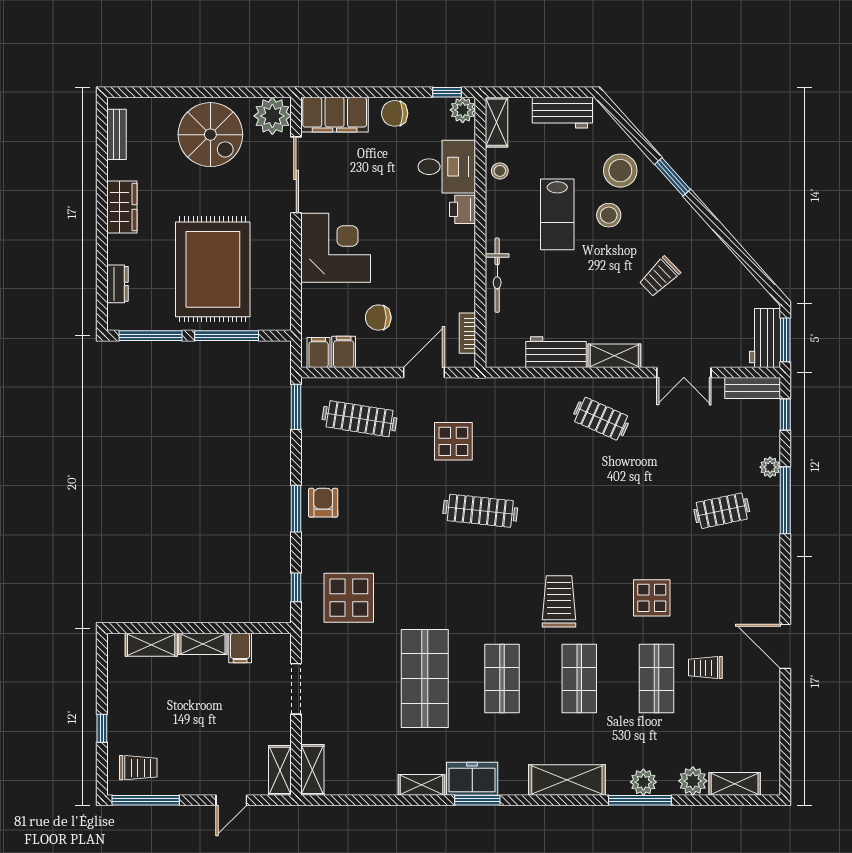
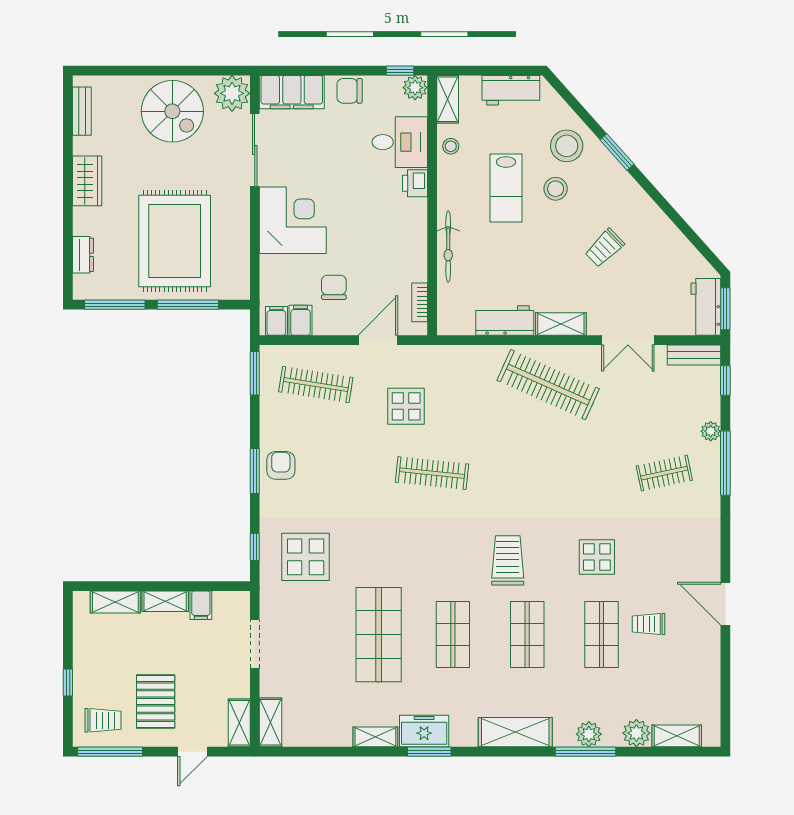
chair: (378, 318) -> (334, 287), turned 90
clothes rail: (601, 419) -> (548, 385), width x1.86, depth x1.31
pallet: (193, 748) -> (156, 701), added

